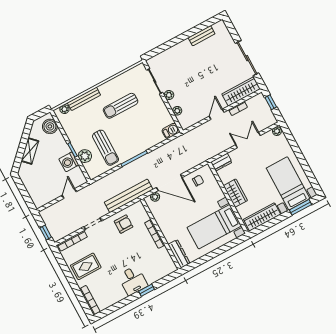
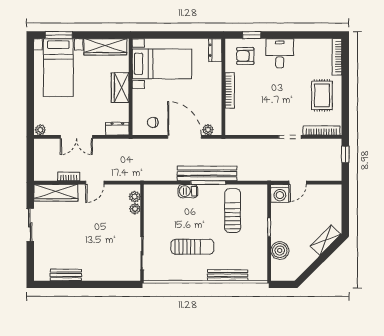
sliding door: (247, 58) -> (30, 225), width x0.73
plant: (169, 95) -> (135, 197), moved
window: (271, 102) -> (30, 164), removed
plant: (64, 109) -> (254, 275), removed
boiler: (50, 126) -> (280, 251), moved
barbecue: (171, 131) -> (188, 191), moved
shelving: (30, 151) -> (326, 240), moved
plant: (85, 156) -> (259, 214), removed
washing machine: (69, 162) -> (280, 193), moved, turned 90
bench: (129, 196) -> (207, 173), moved
armchair: (124, 224) -> (245, 56), moved
dresser: (179, 254) -> (215, 50), width x0.70
rug: (86, 266) -> (322, 95), turned 90
window: (146, 290) -> (252, 35), moved

